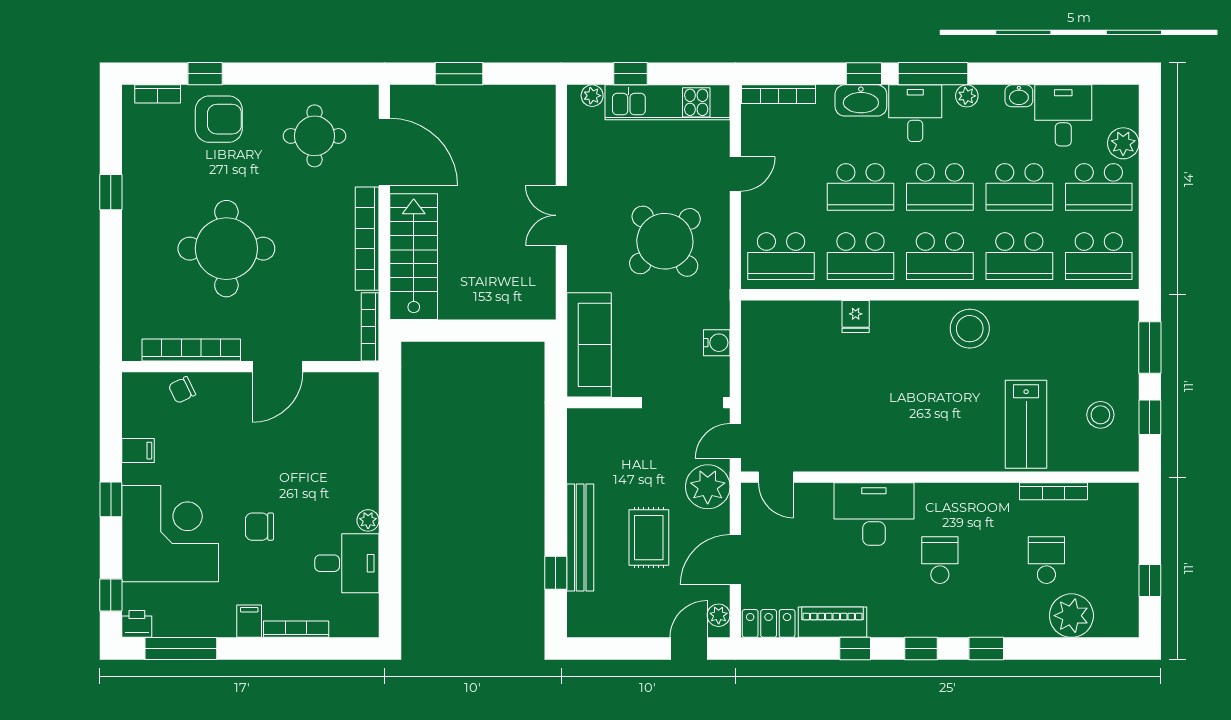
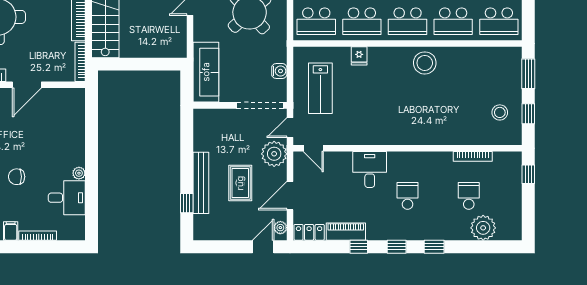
lab bench: (1026, 424) -> (320, 88), moved
desk: (874, 514) -> (370, 169), width x0.73
window: (1150, 580) -> (528, 174), moved

